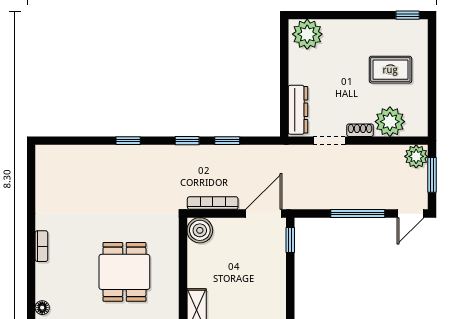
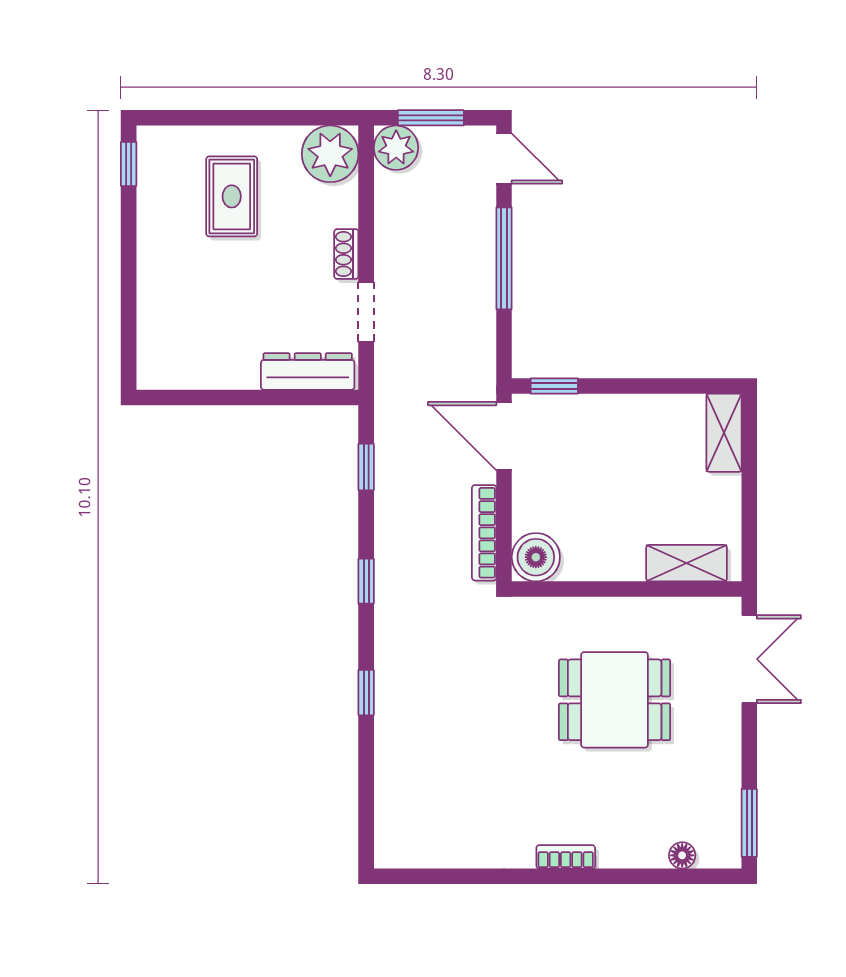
plant: (307, 34) -> (165, 354), removed
plant: (390, 122) -> (330, 154), moved
window: (227, 141) -> (366, 467), moved

